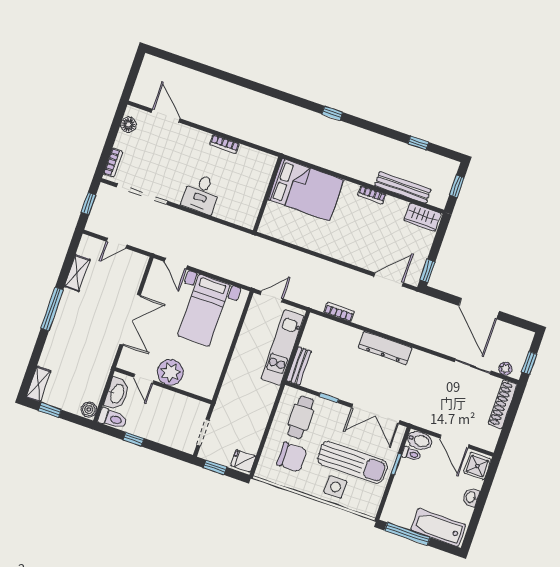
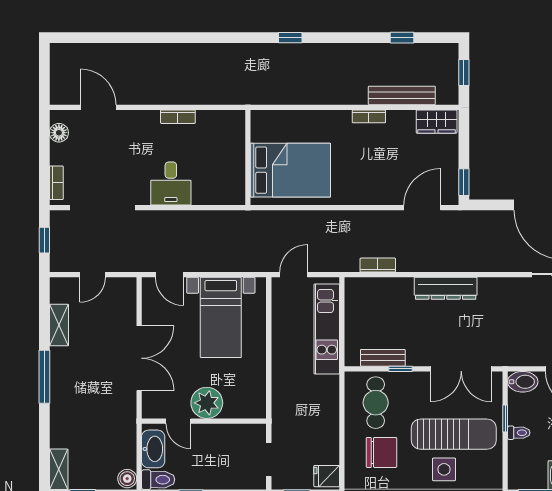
bed: (306, 190) -> (290, 170), moved
bench: (299, 366) -> (383, 358), moved, turned 90
toilet: (411, 454) -> (519, 433), moved

